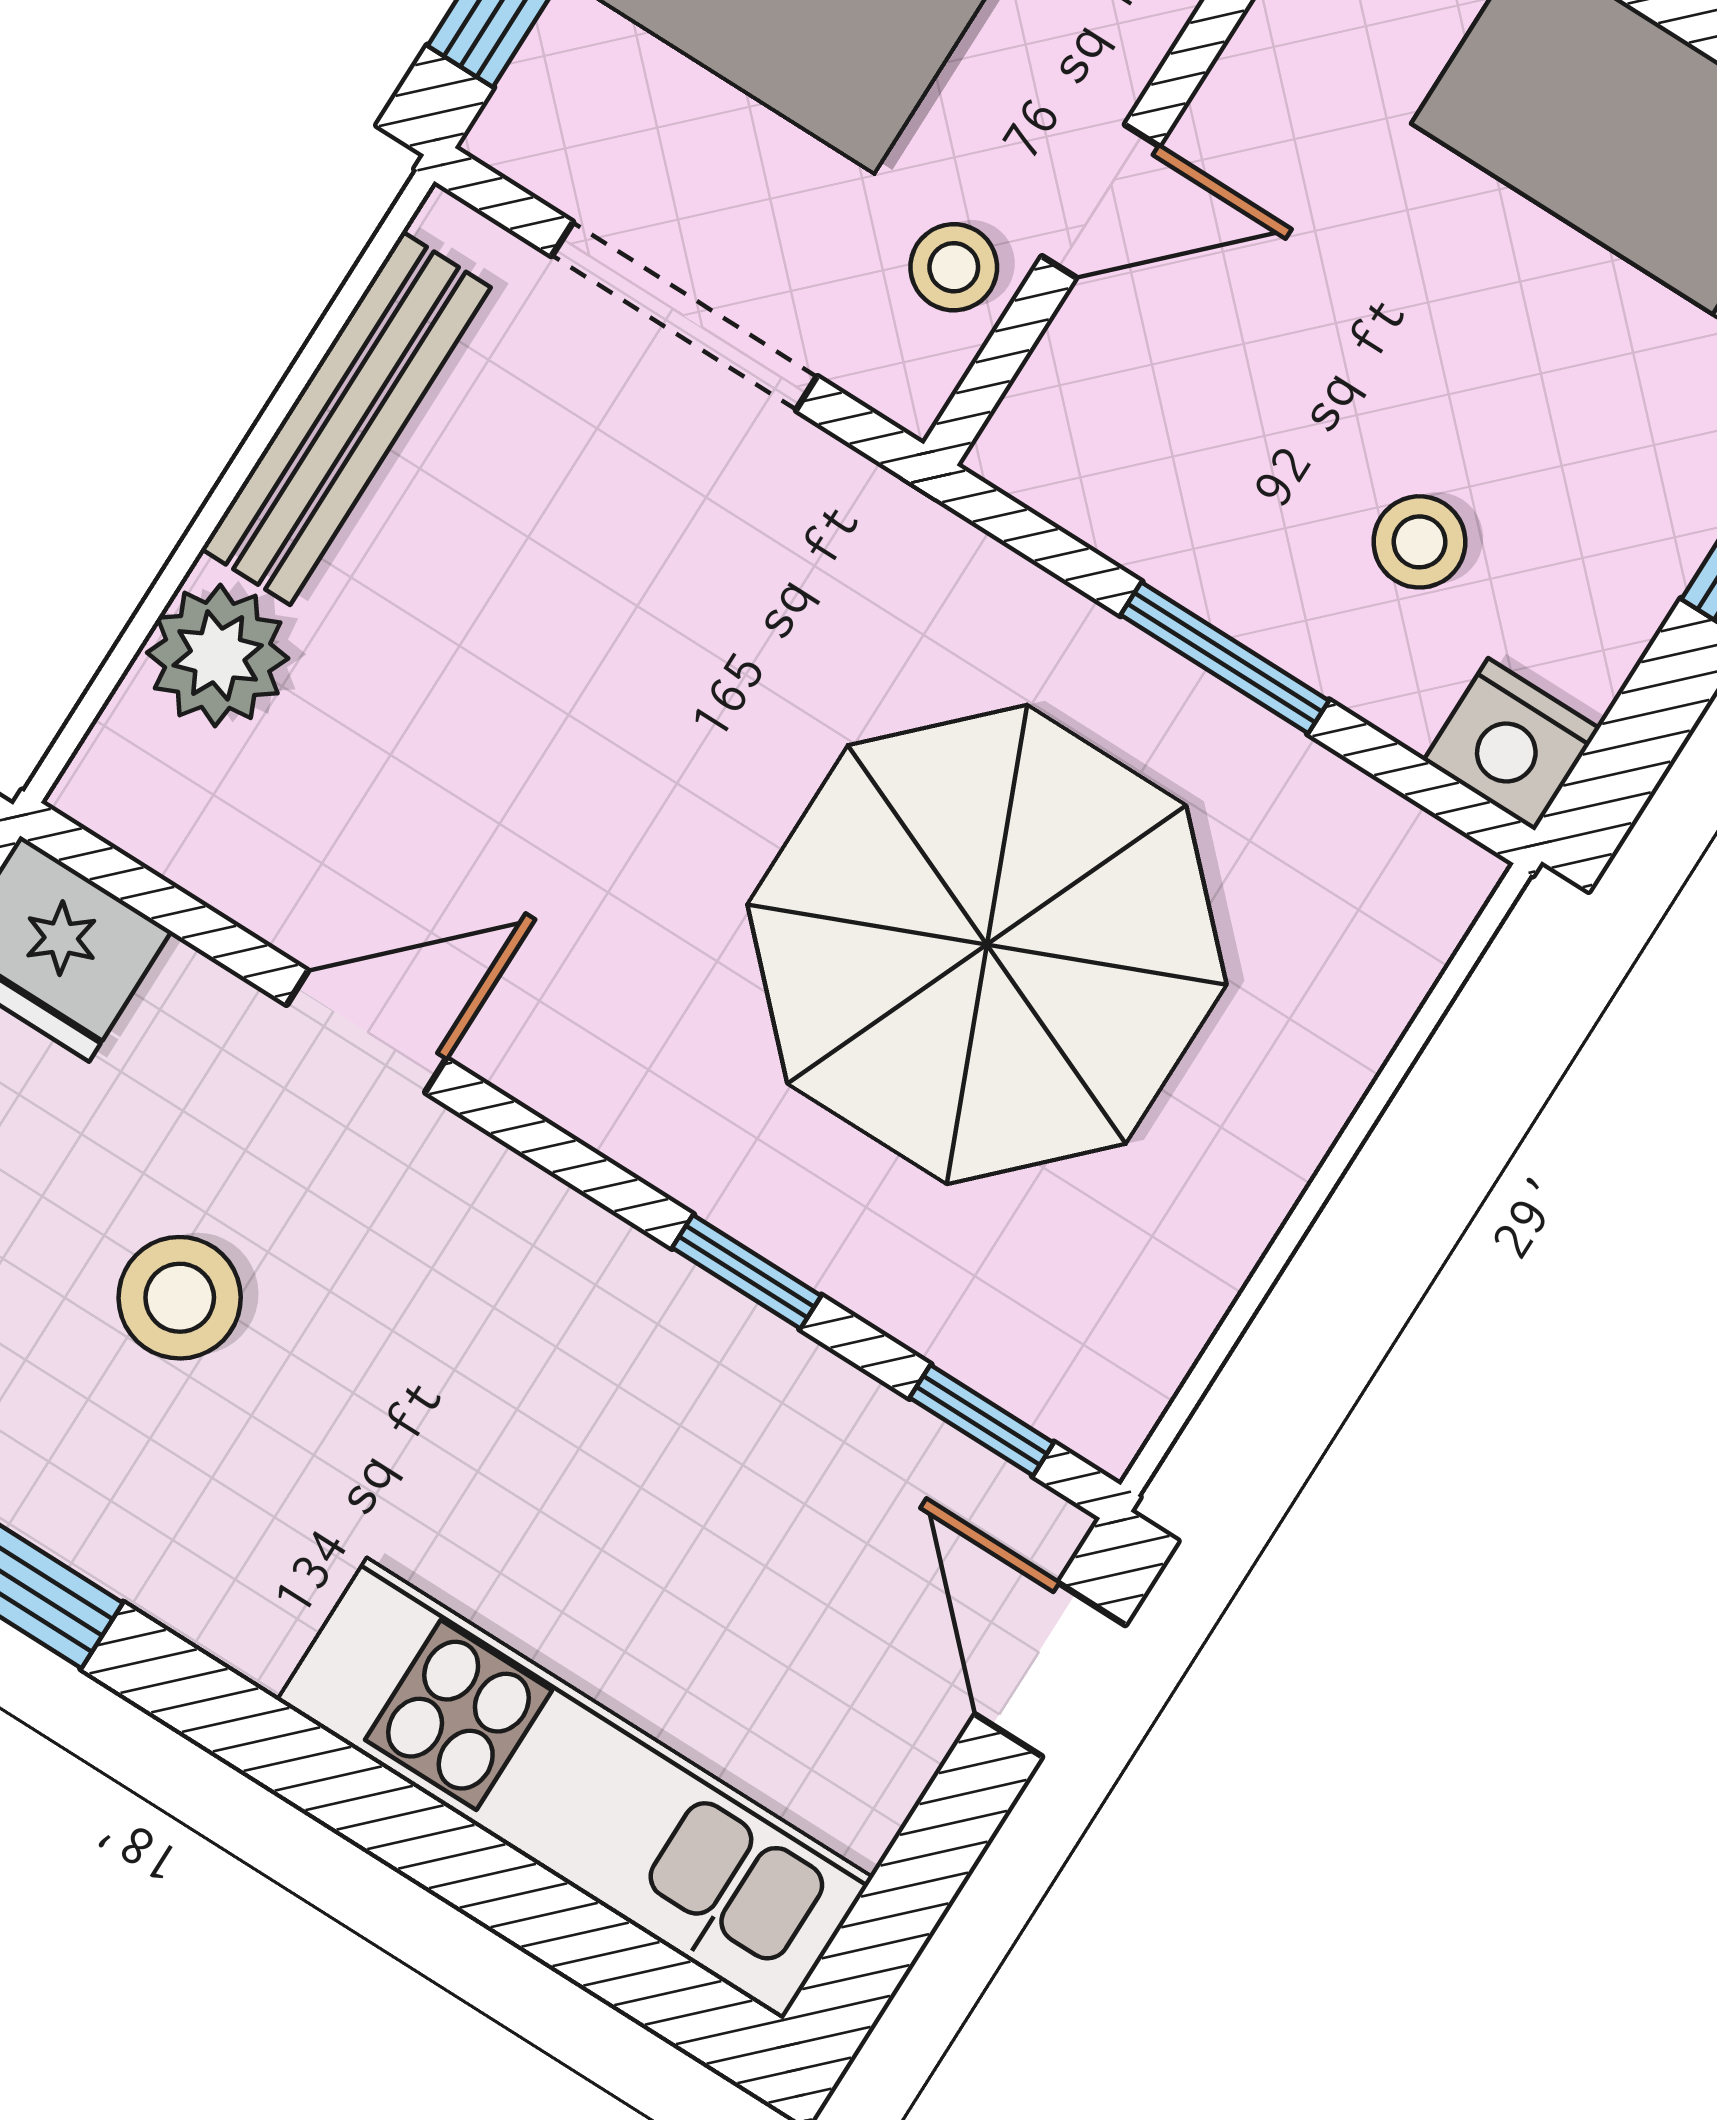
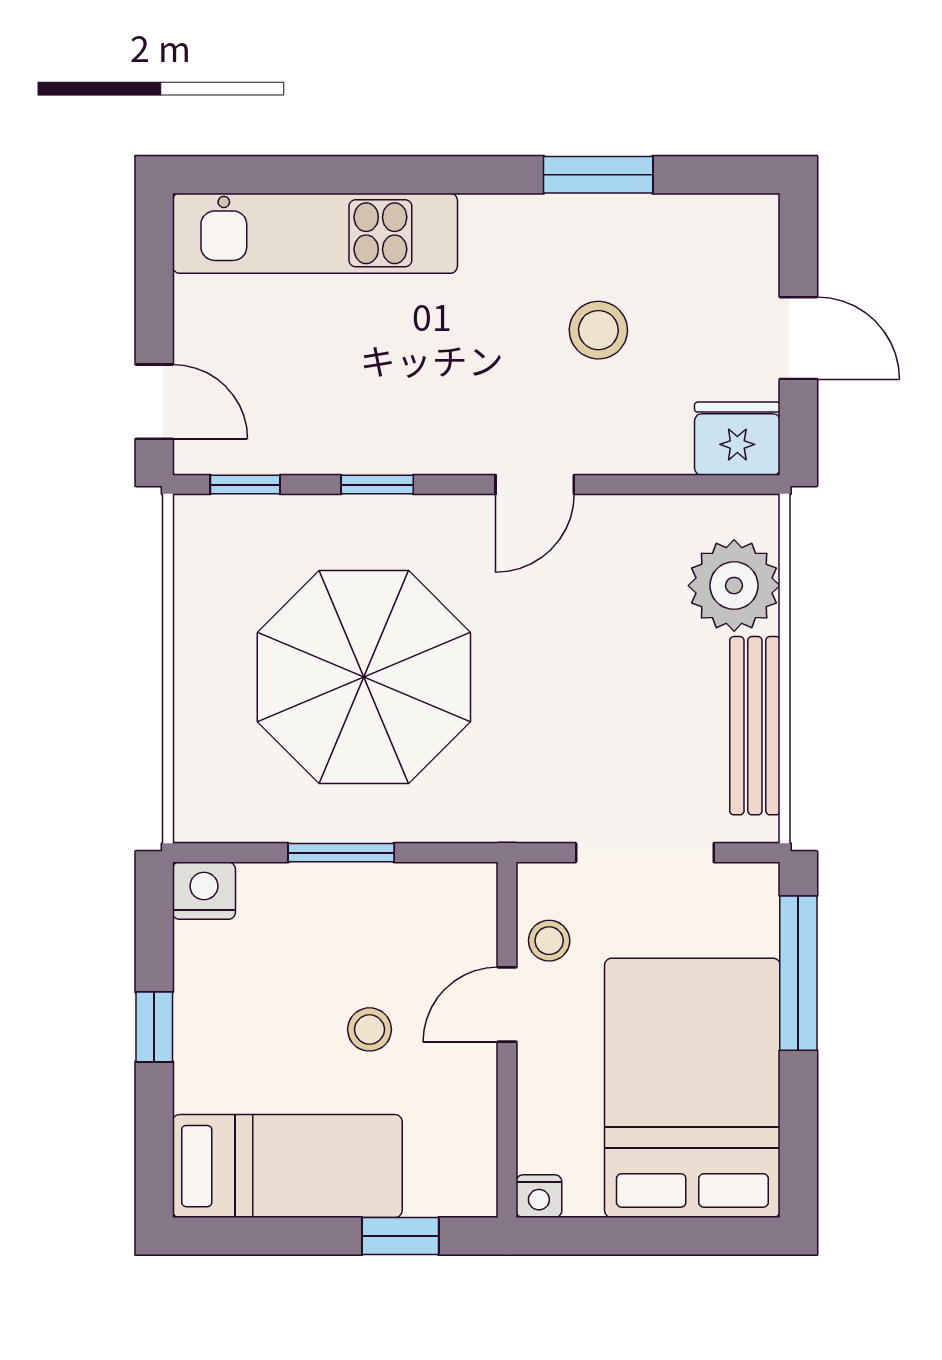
stool: (1420, 542) -> (369, 1029), moved
plant: (218, 655) -> (734, 586), width x1.36, depth x1.36
door: (367, 1032) -> (535, 485), moved

